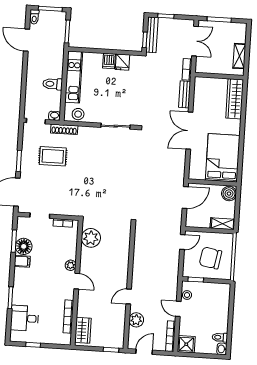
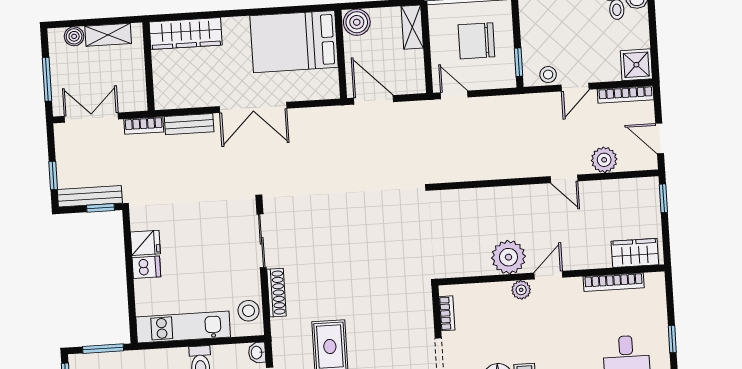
boiler: (241, 37) -> (74, 36), added
shoe rack: (64, 129) -> (277, 293), moved
plant: (91, 238) -> (508, 257), moved
chair: (210, 258) -> (476, 41), turned 80

